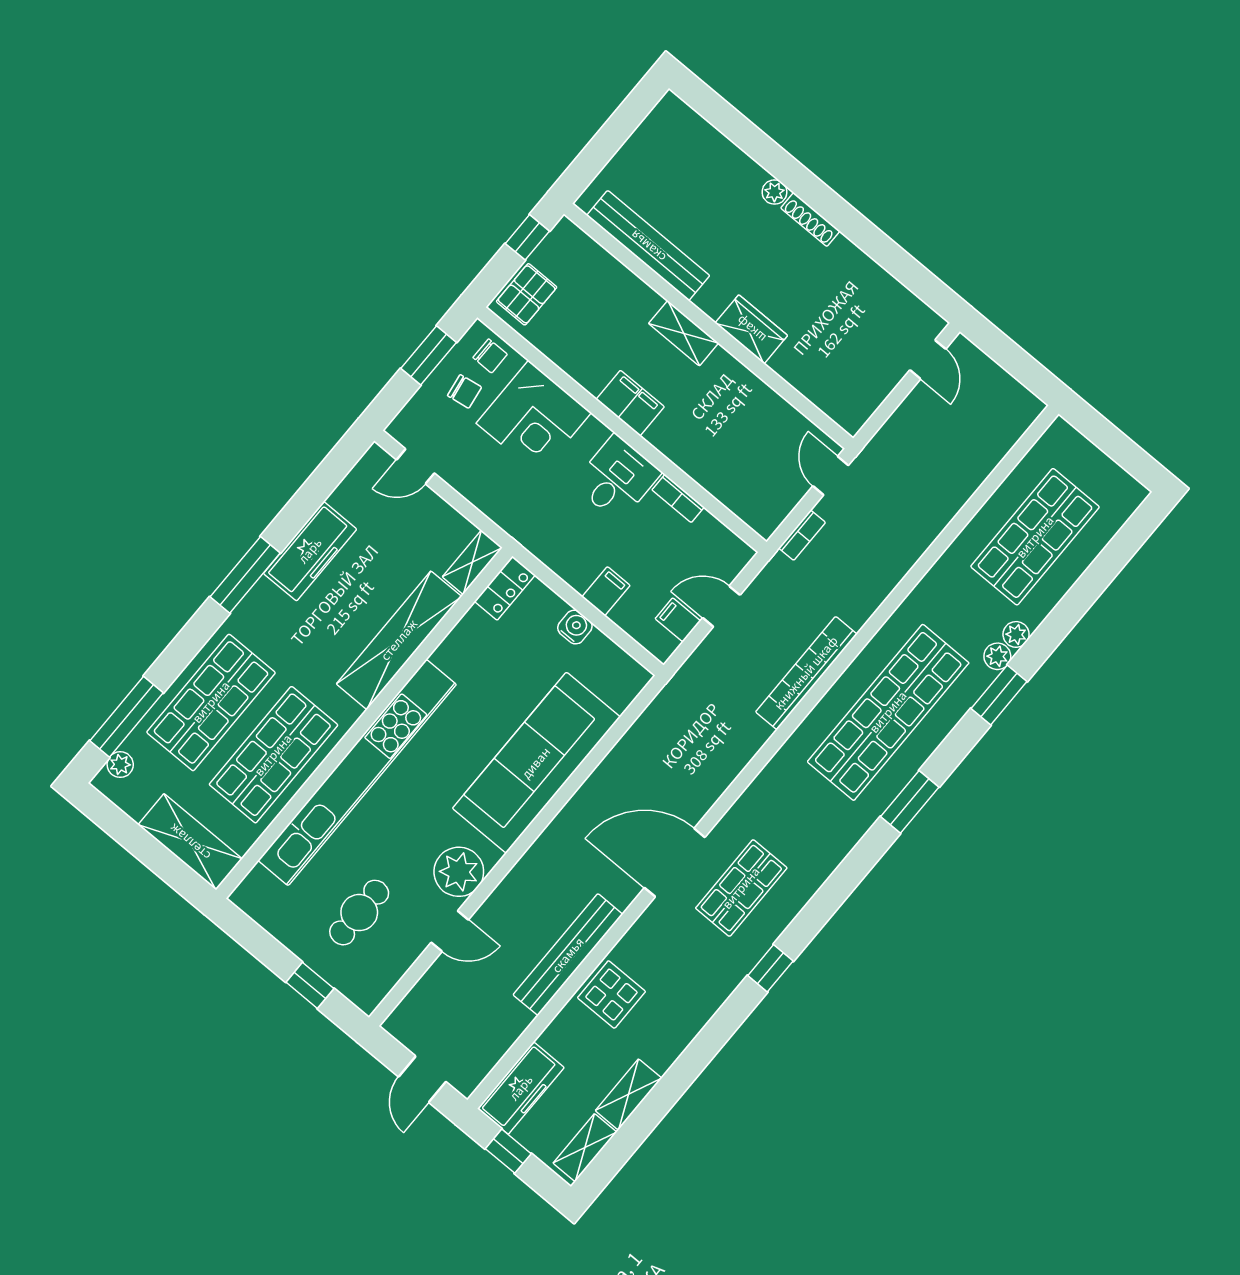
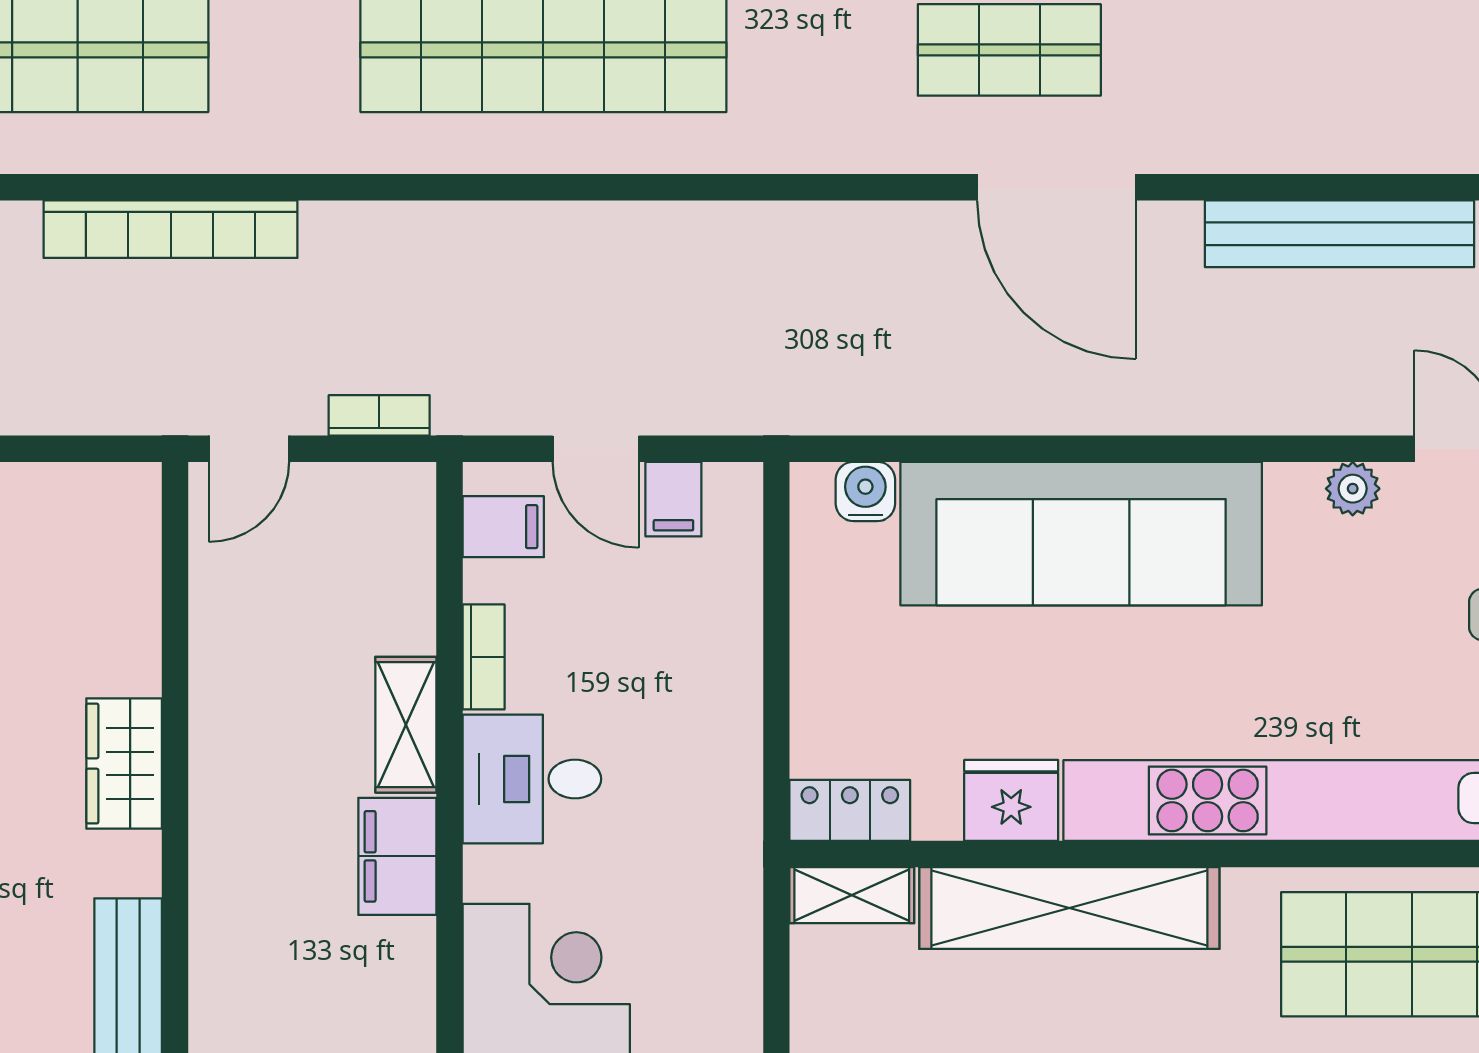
shelving: (684, 333) -> (406, 725), moved
filing cabinet: (606, 591) -> (503, 527), moved, turned 180
water cooler: (575, 627) -> (865, 491), moved, turned 90
fridge: (458, 652) -> (1011, 800), added
bookcase: (806, 673) -> (171, 229), moved
plant: (459, 872) -> (1353, 489), width x0.53, depth x0.53
display table: (611, 995) -> (1345, 114), removed

